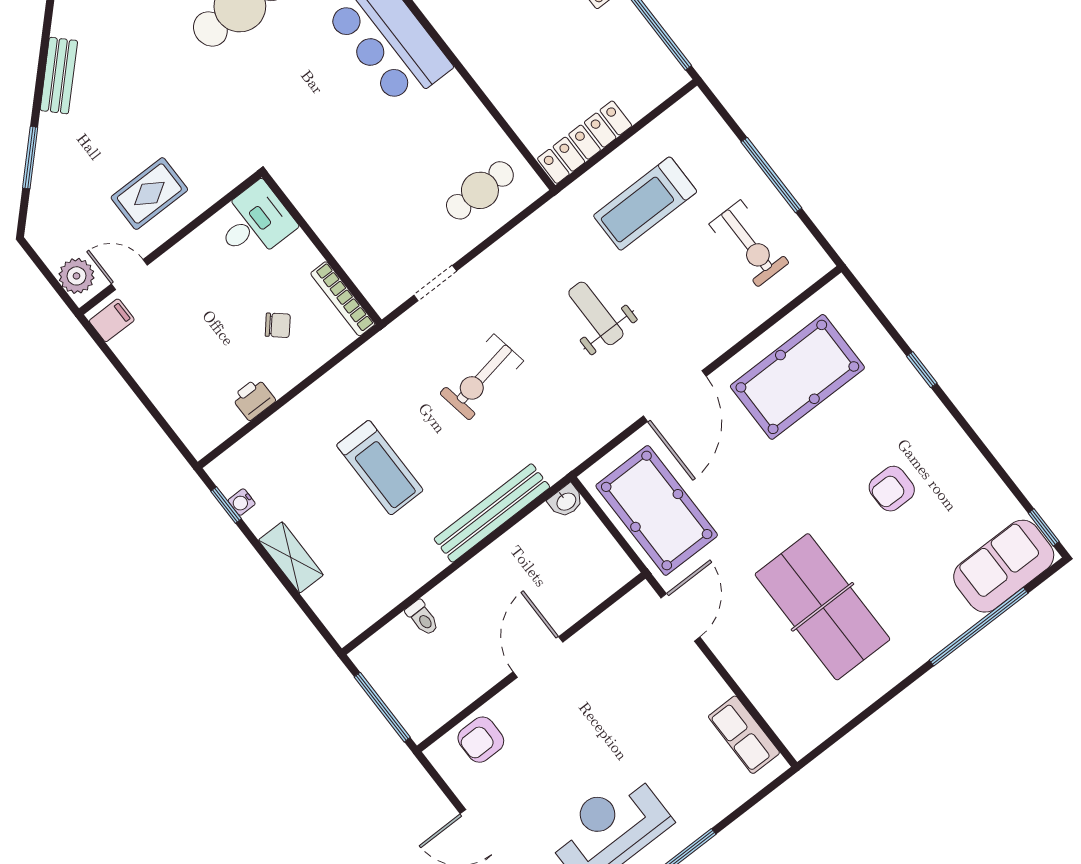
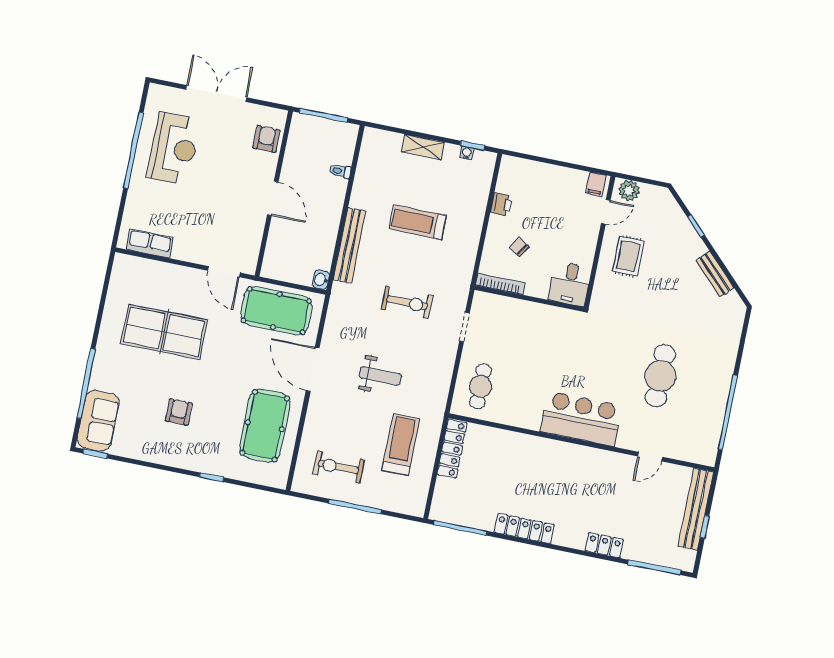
window: (30, 158) -> (696, 226), width x0.67
chair: (278, 325) -> (519, 247), turned 82
exercise bike: (482, 377) -> (407, 303), turned 100

